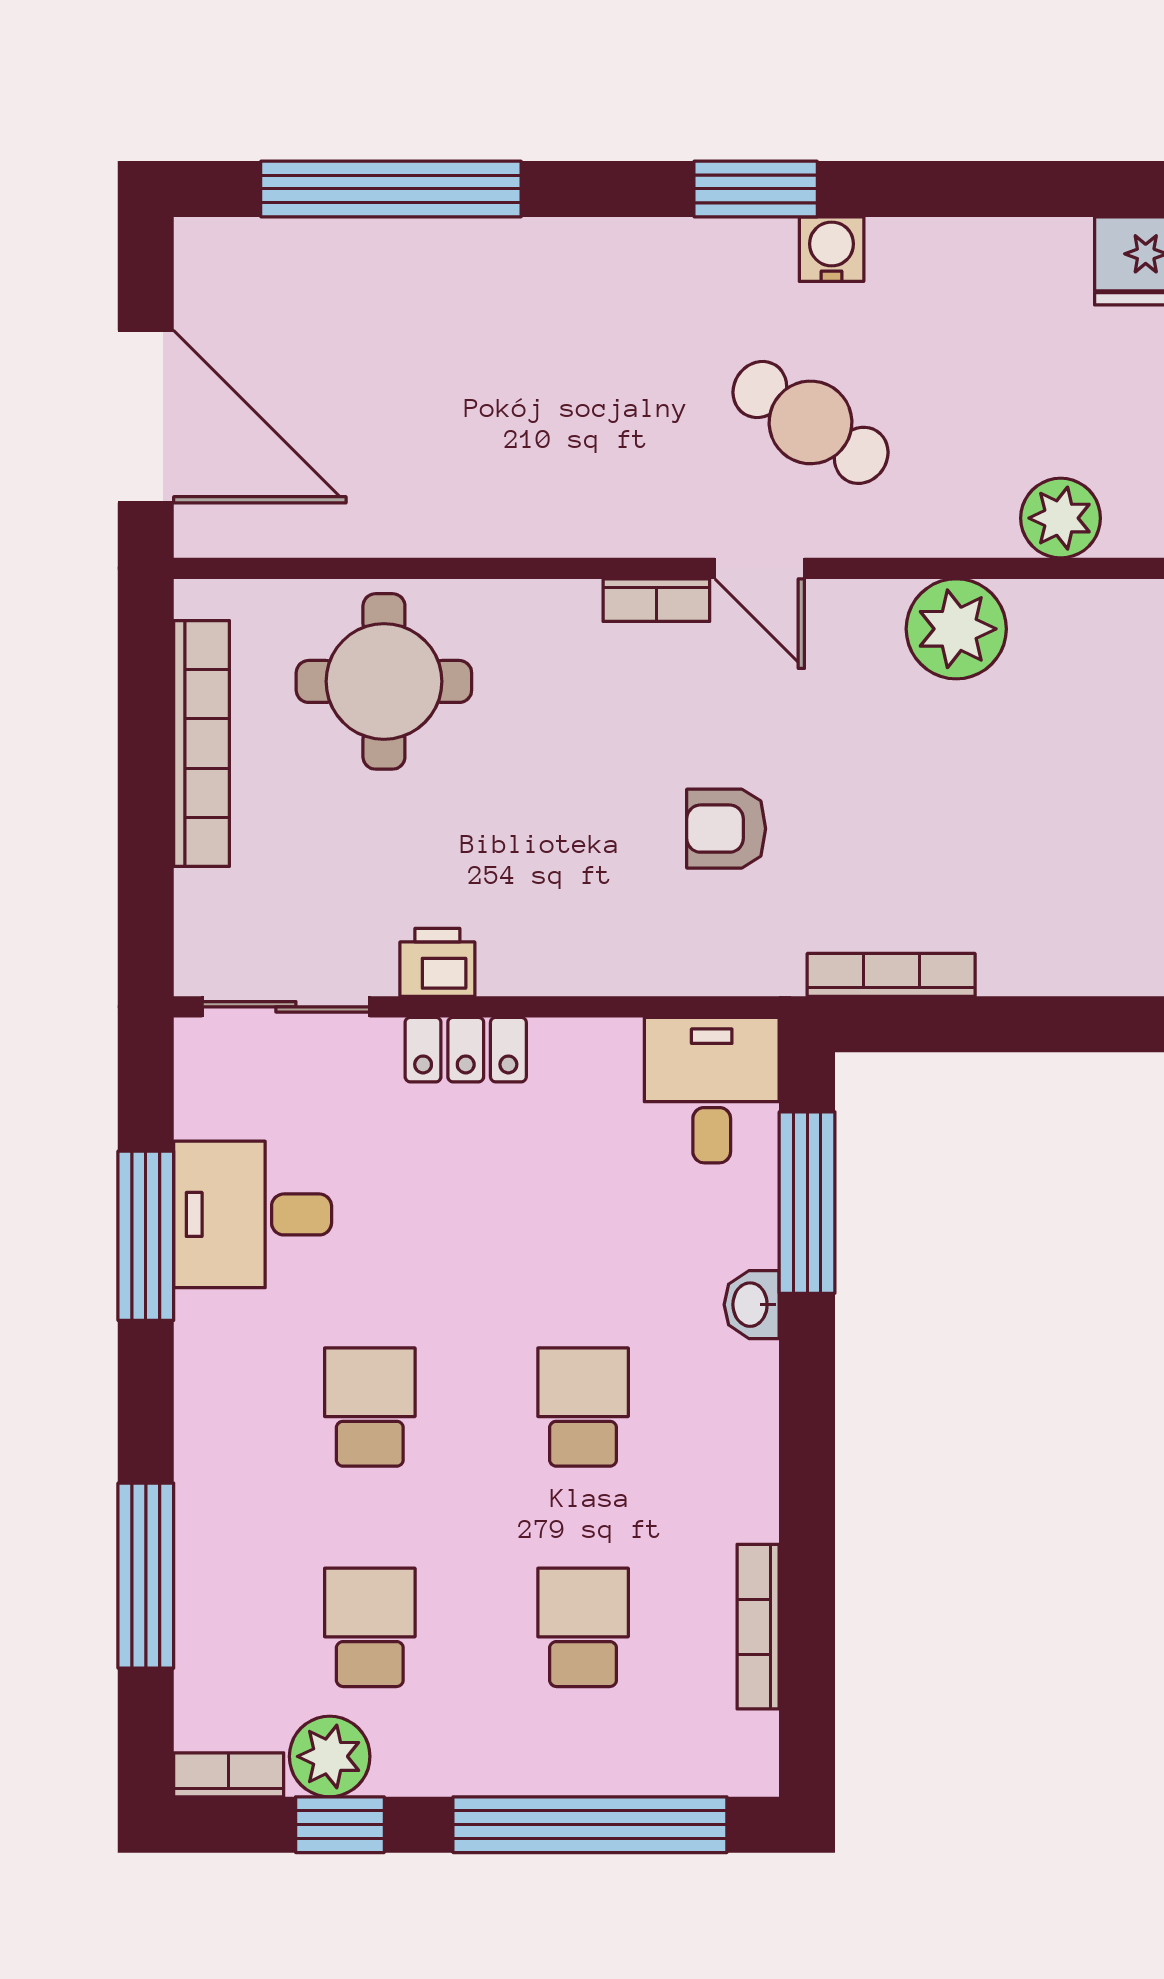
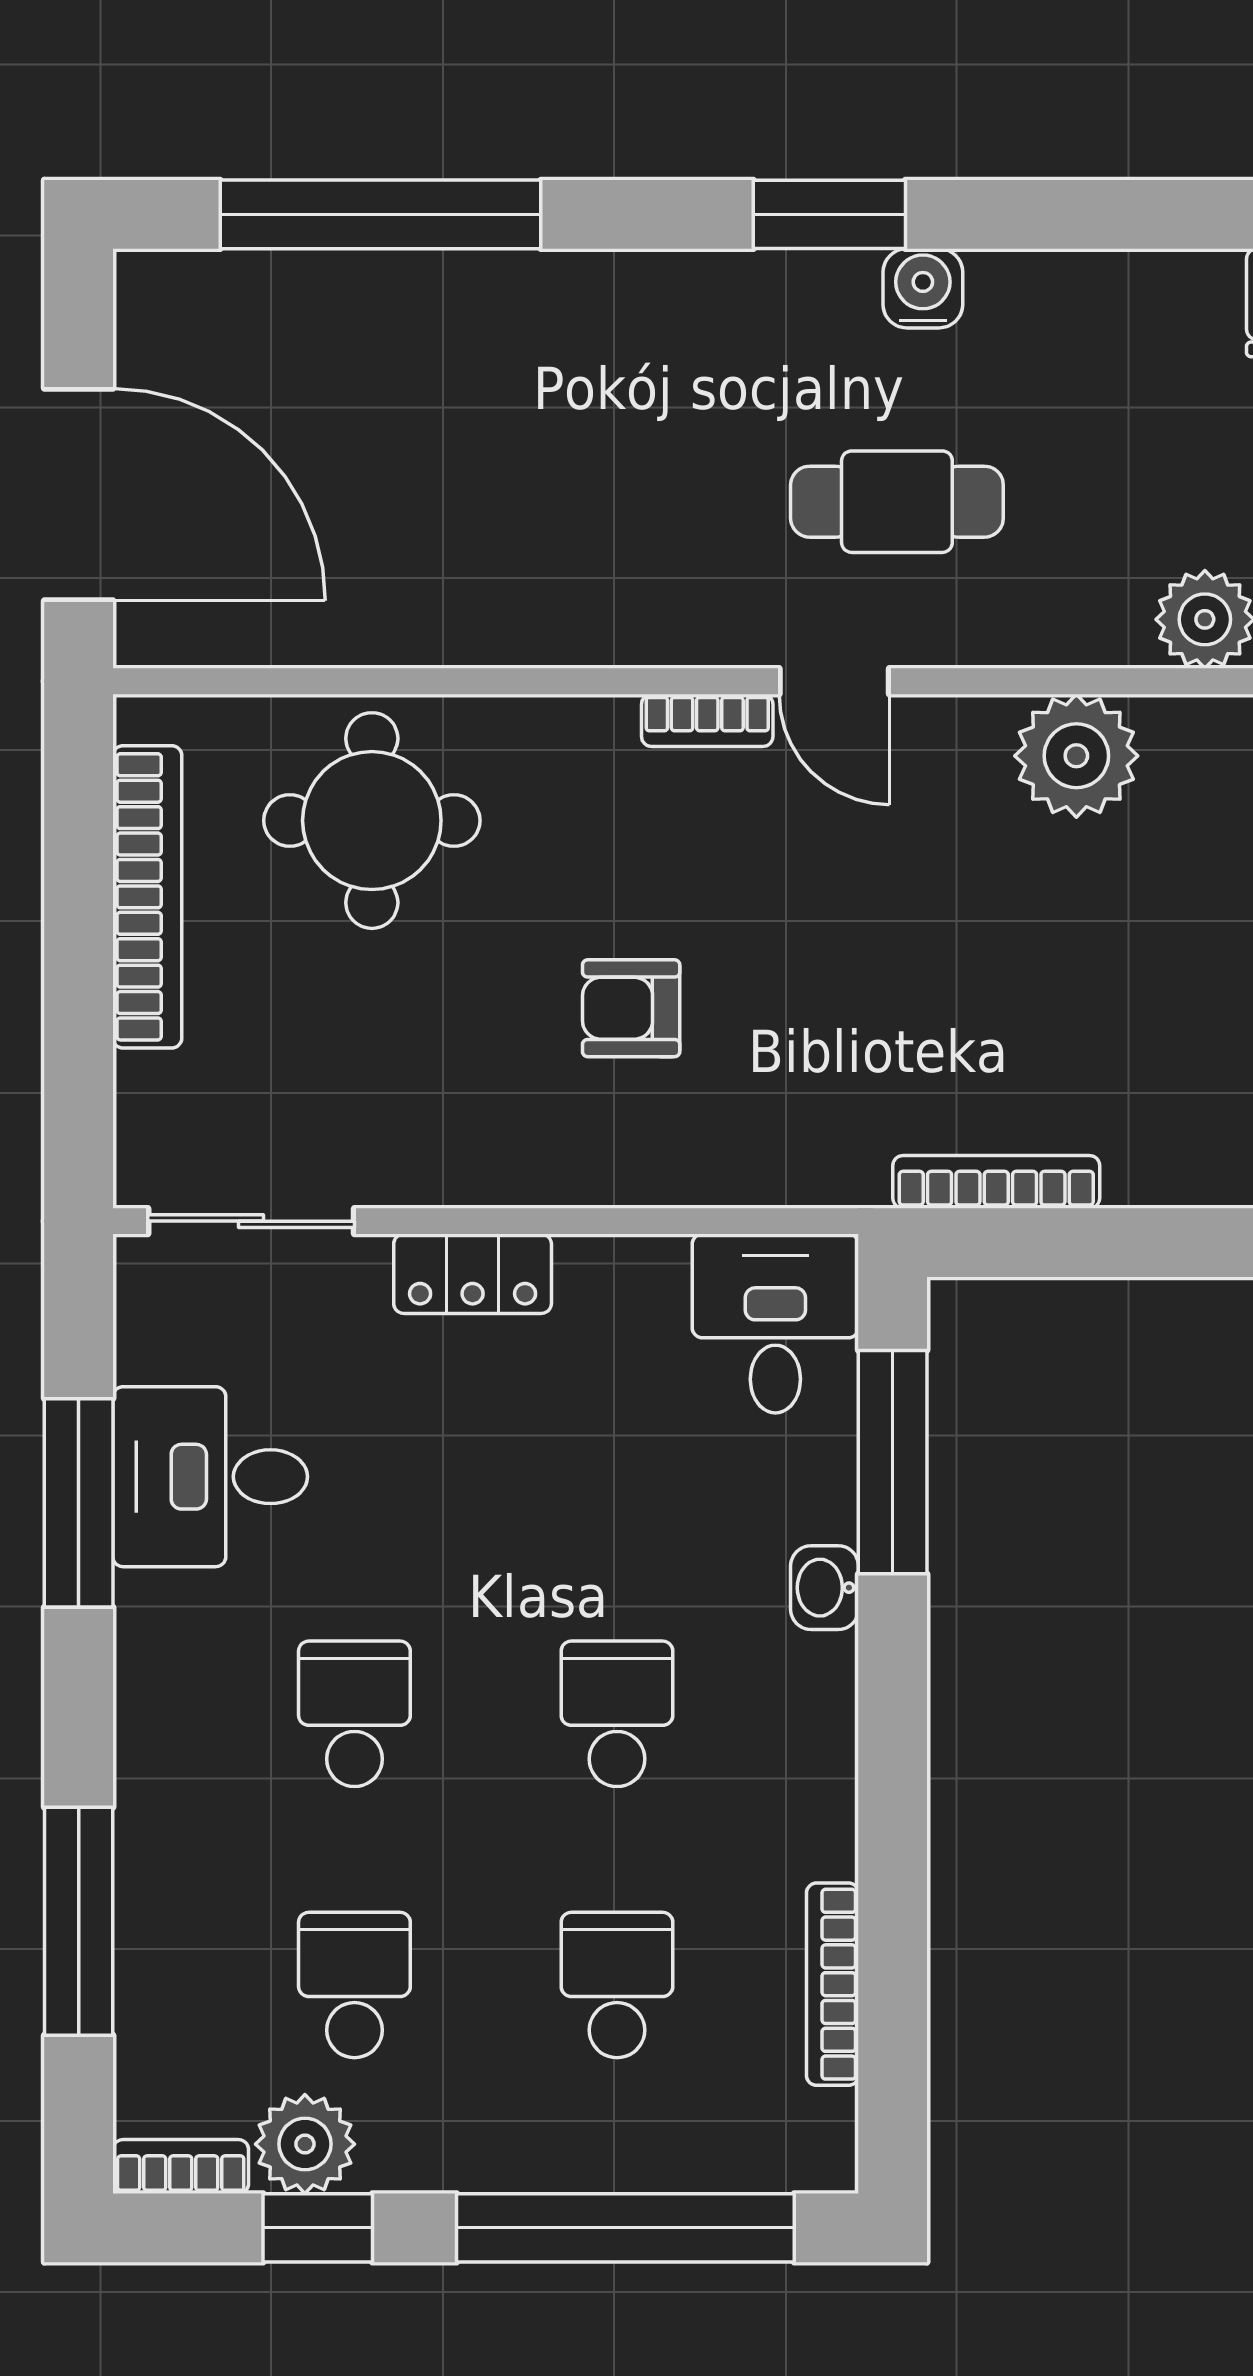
cafe table: (810, 422) -> (897, 502), turned -33
armchair: (726, 829) -> (631, 1008), moved
printer: (437, 962) -> (438, 1166), removed

